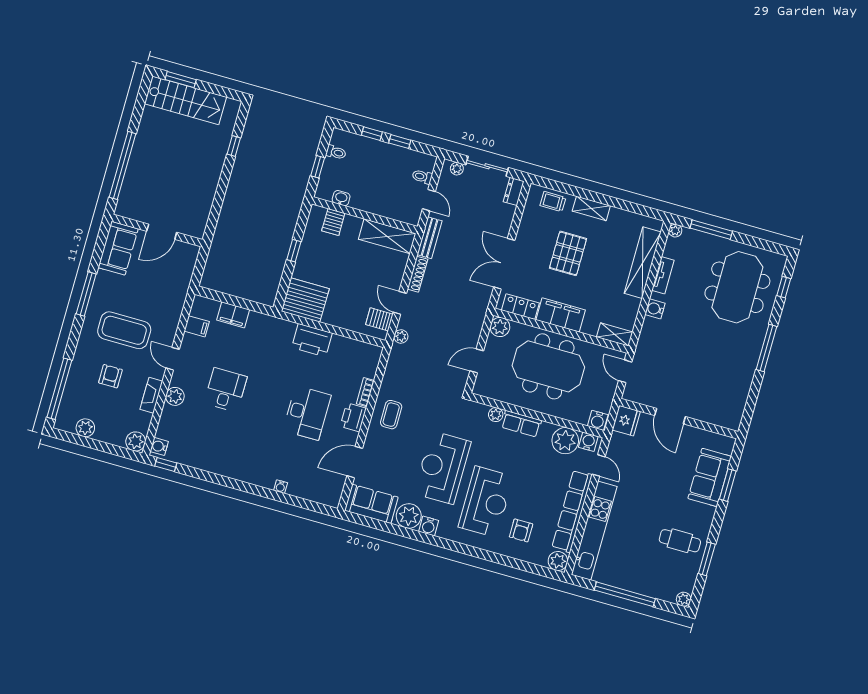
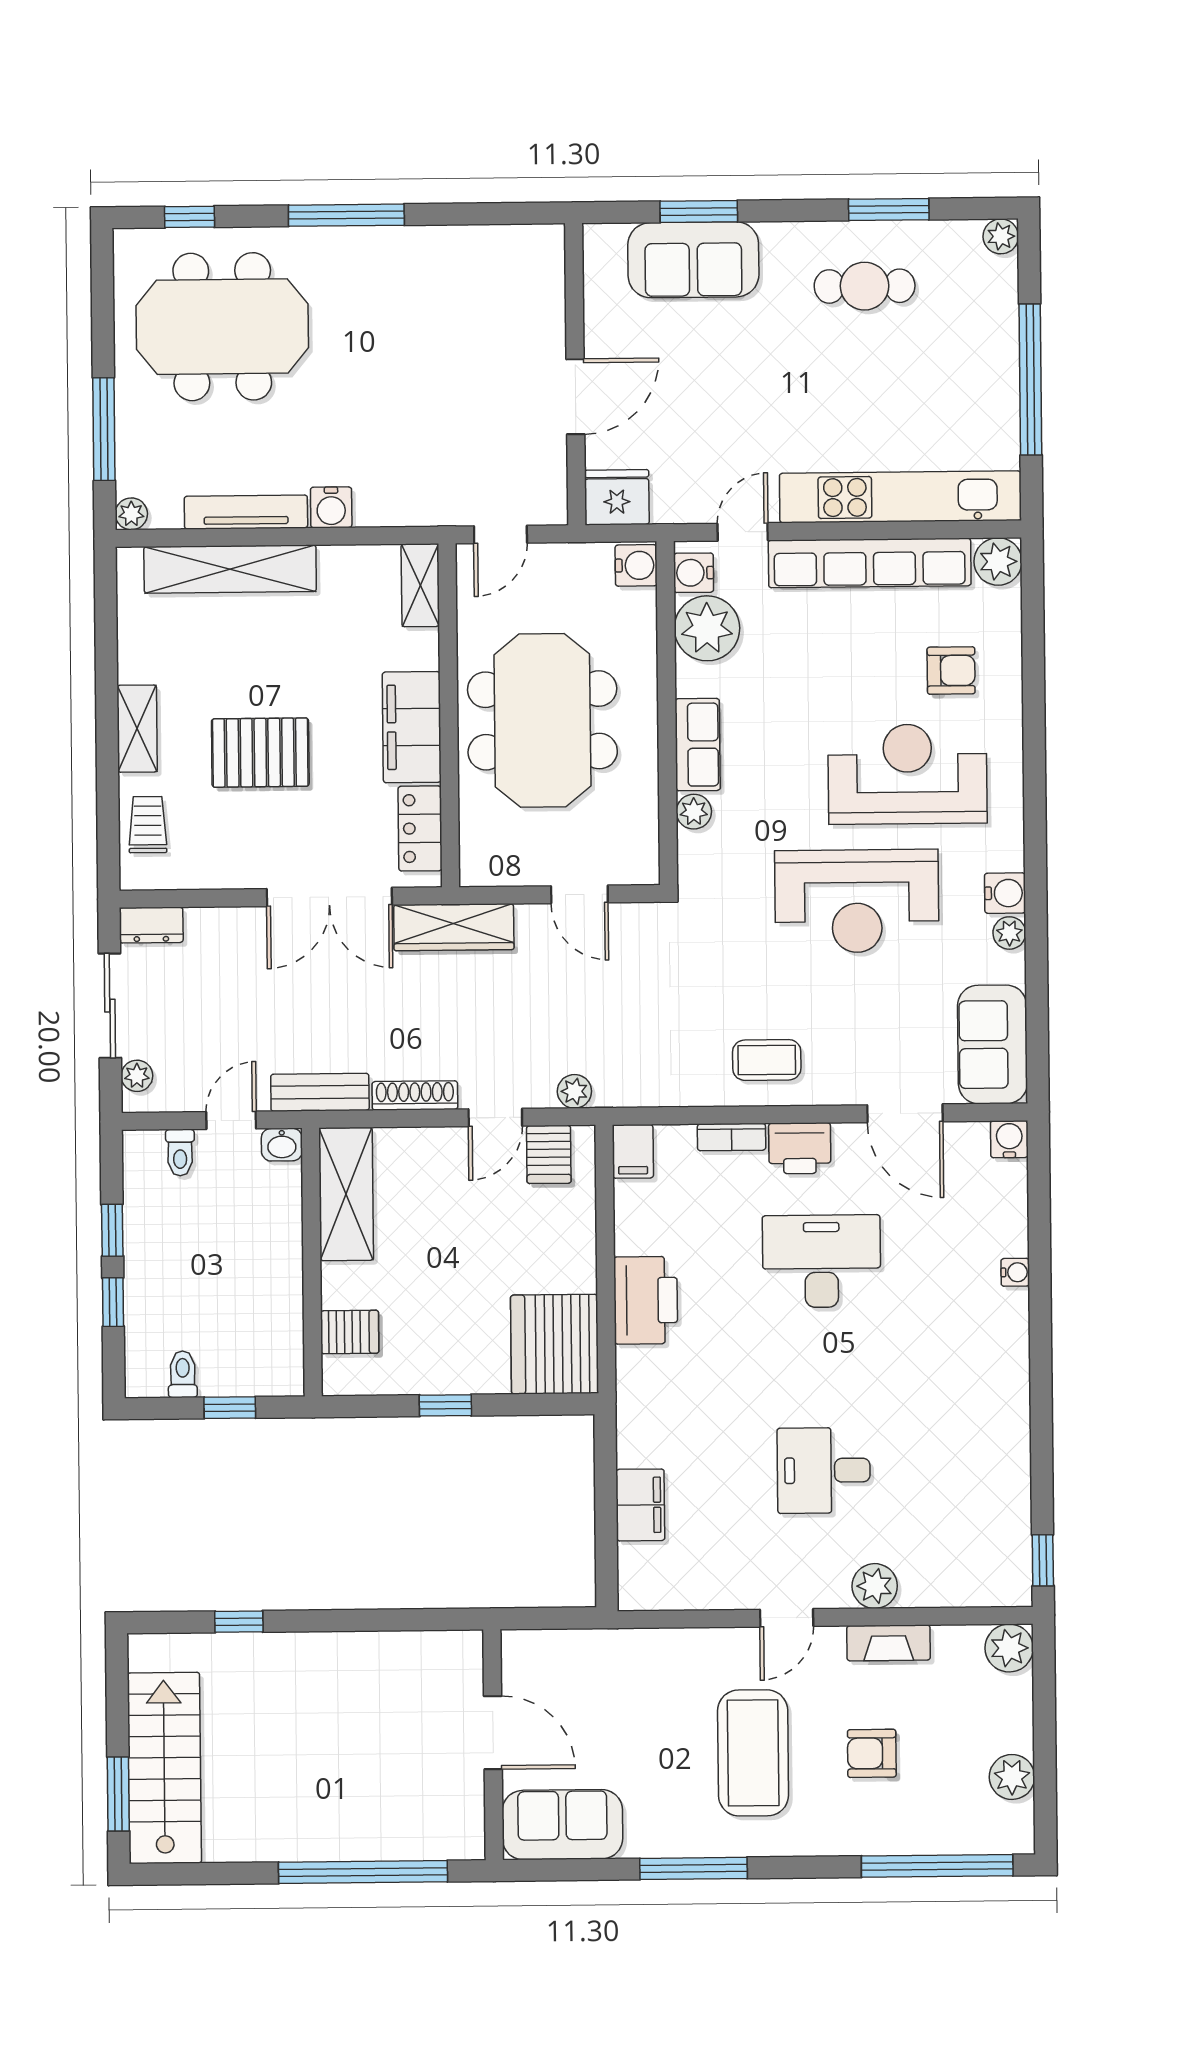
washbasin: (341, 198) -> (282, 1145), moved, turned -90
trolley: (553, 202) -> (148, 825), turned 180
tv unit: (663, 275) -> (246, 512), width x1.41
wardrobe: (478, 308) -> (454, 927), added
filing cabinet: (197, 326) -> (633, 1151), moved, turned 180
plant: (500, 327) -> (483, 863), removed
water cooler: (159, 446) -> (1009, 1139), moved, turned 180
plant: (409, 516) -> (1009, 933), width x0.53, depth x0.53
cafe table: (680, 541) -> (865, 286), turned 90

